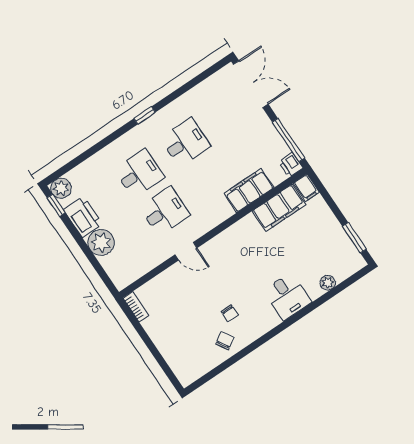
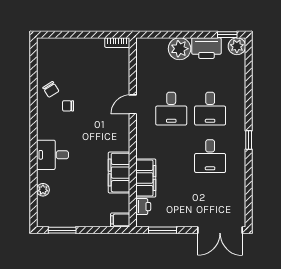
window: (288, 140) -> (163, 230), width x0.69
printer: (291, 165) -> (143, 207), moved, turned 90
filing cabinet: (279, 208) -> (119, 173), moved

